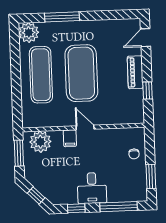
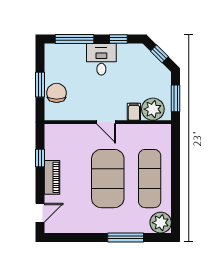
filing cabinet: (70, 138) -> (134, 112), moved
chair: (134, 154) -> (57, 93), width x1.87, depth x1.87
window: (151, 176) -> (40, 85), moved

